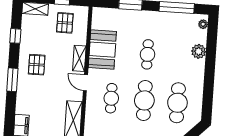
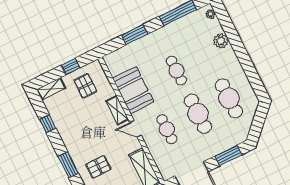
pallet: (37, 65) -> (98, 167), moved, turned 90

